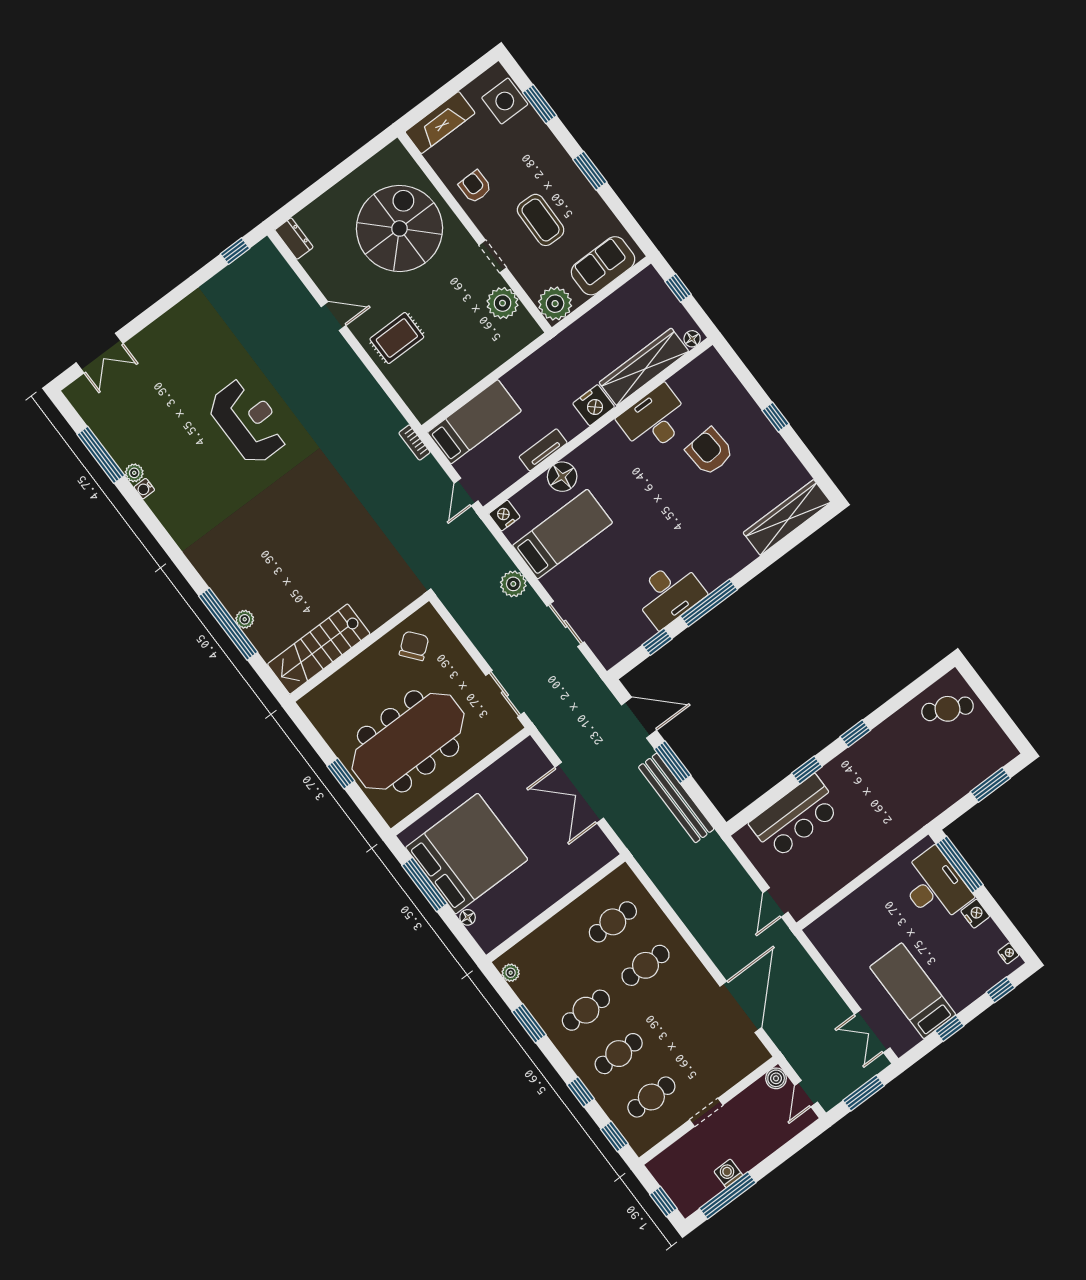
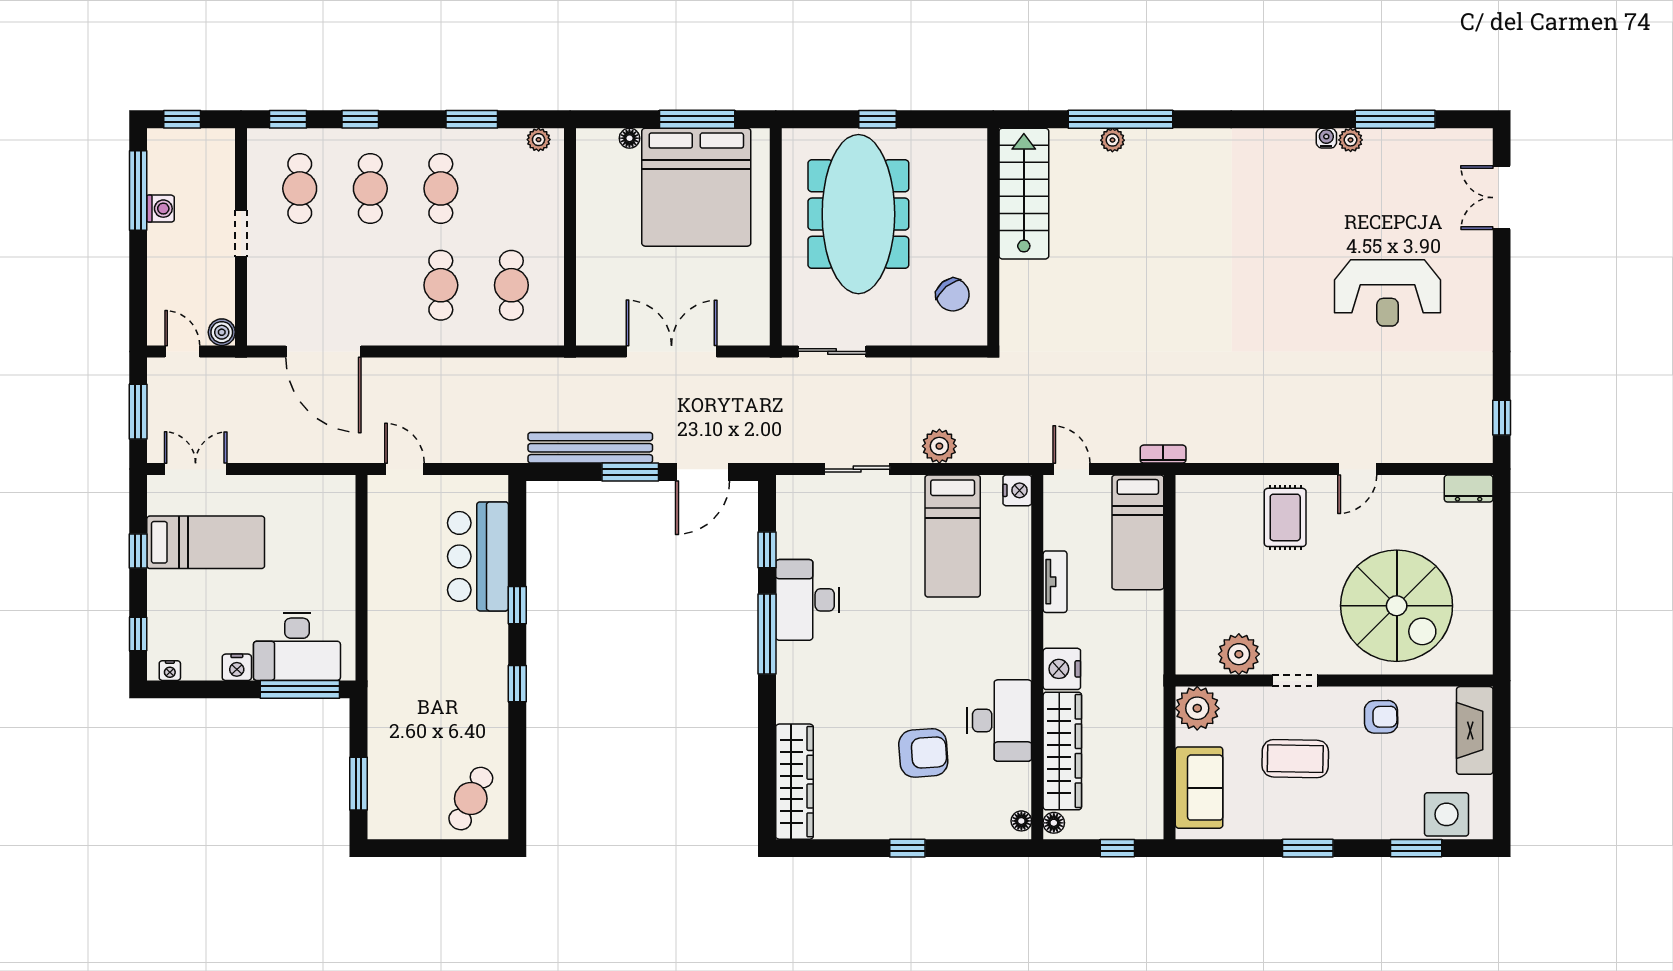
reception desk: (248, 421) -> (1388, 293), moved
floor lamp: (562, 477) -> (1021, 821), moved, width x0.53, depth x0.53

